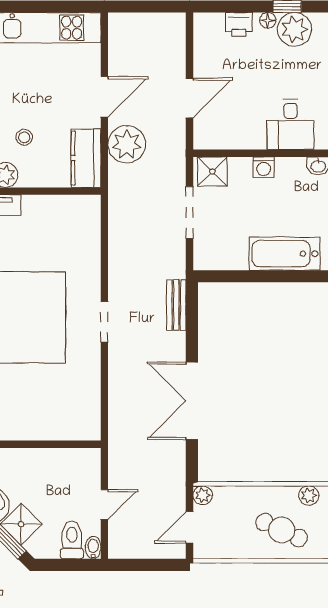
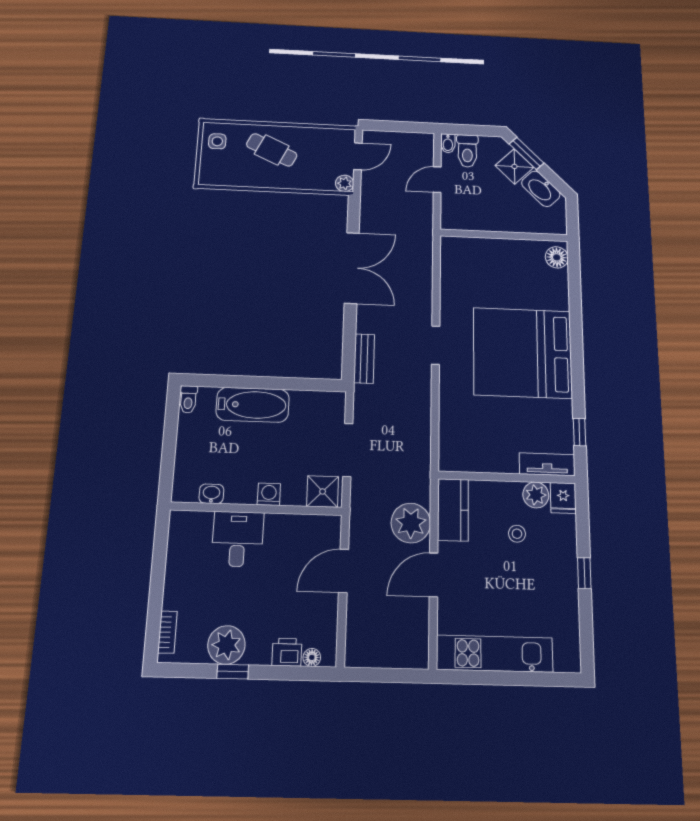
floor lamp: (268, 20) -> (312, 657), moved
plant: (309, 496) -> (244, 178), removed

